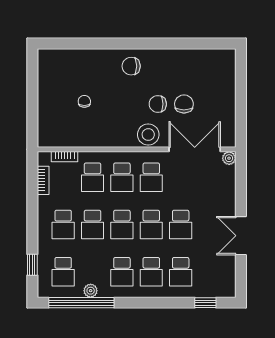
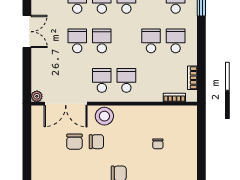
school desk: (93, 177) -> (151, 80), removed
school desk: (122, 224) -> (126, 41), removed

